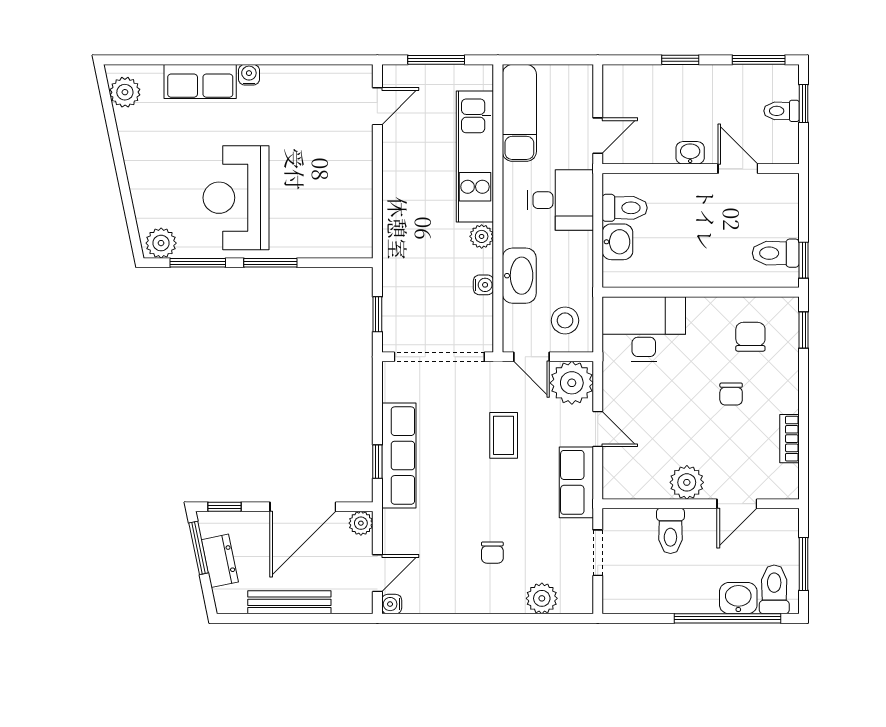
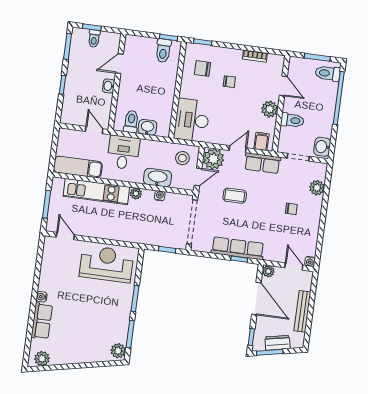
reception desk: (236, 198) -> (107, 264), moved, turned 180
filing cabinet: (620, 475) -> (261, 141), added
washbasin: (738, 598) -> (322, 147), moved

